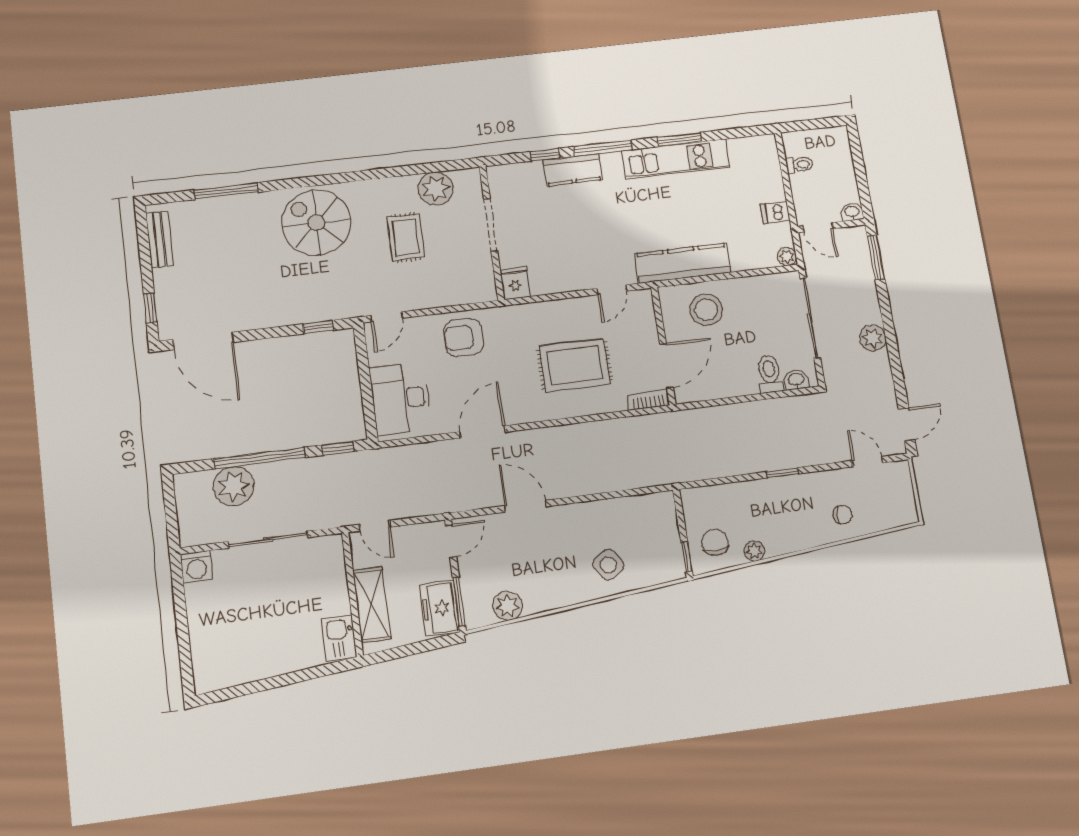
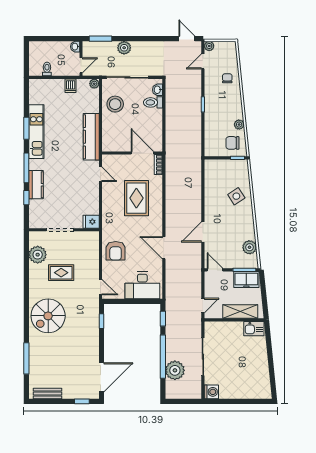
stool: (706, 310) -> (115, 104), moved
plant: (873, 338) -> (124, 48), moved
plant: (900, 470) -> (209, 46), added

